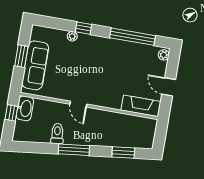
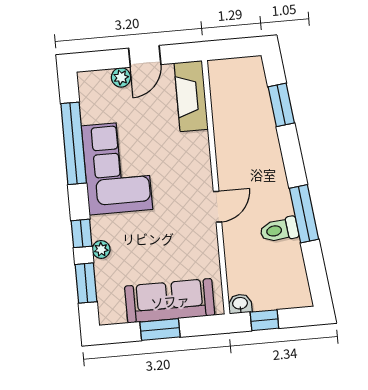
window: (57, 23) -> (86, 283), added
plant: (164, 55) -> (121, 77), moved
corner sofa: (113, 56) -> (117, 168), added
washbasin: (25, 108) -> (240, 304), width x0.52, depth x0.69
window: (74, 150) -> (304, 214), moved

